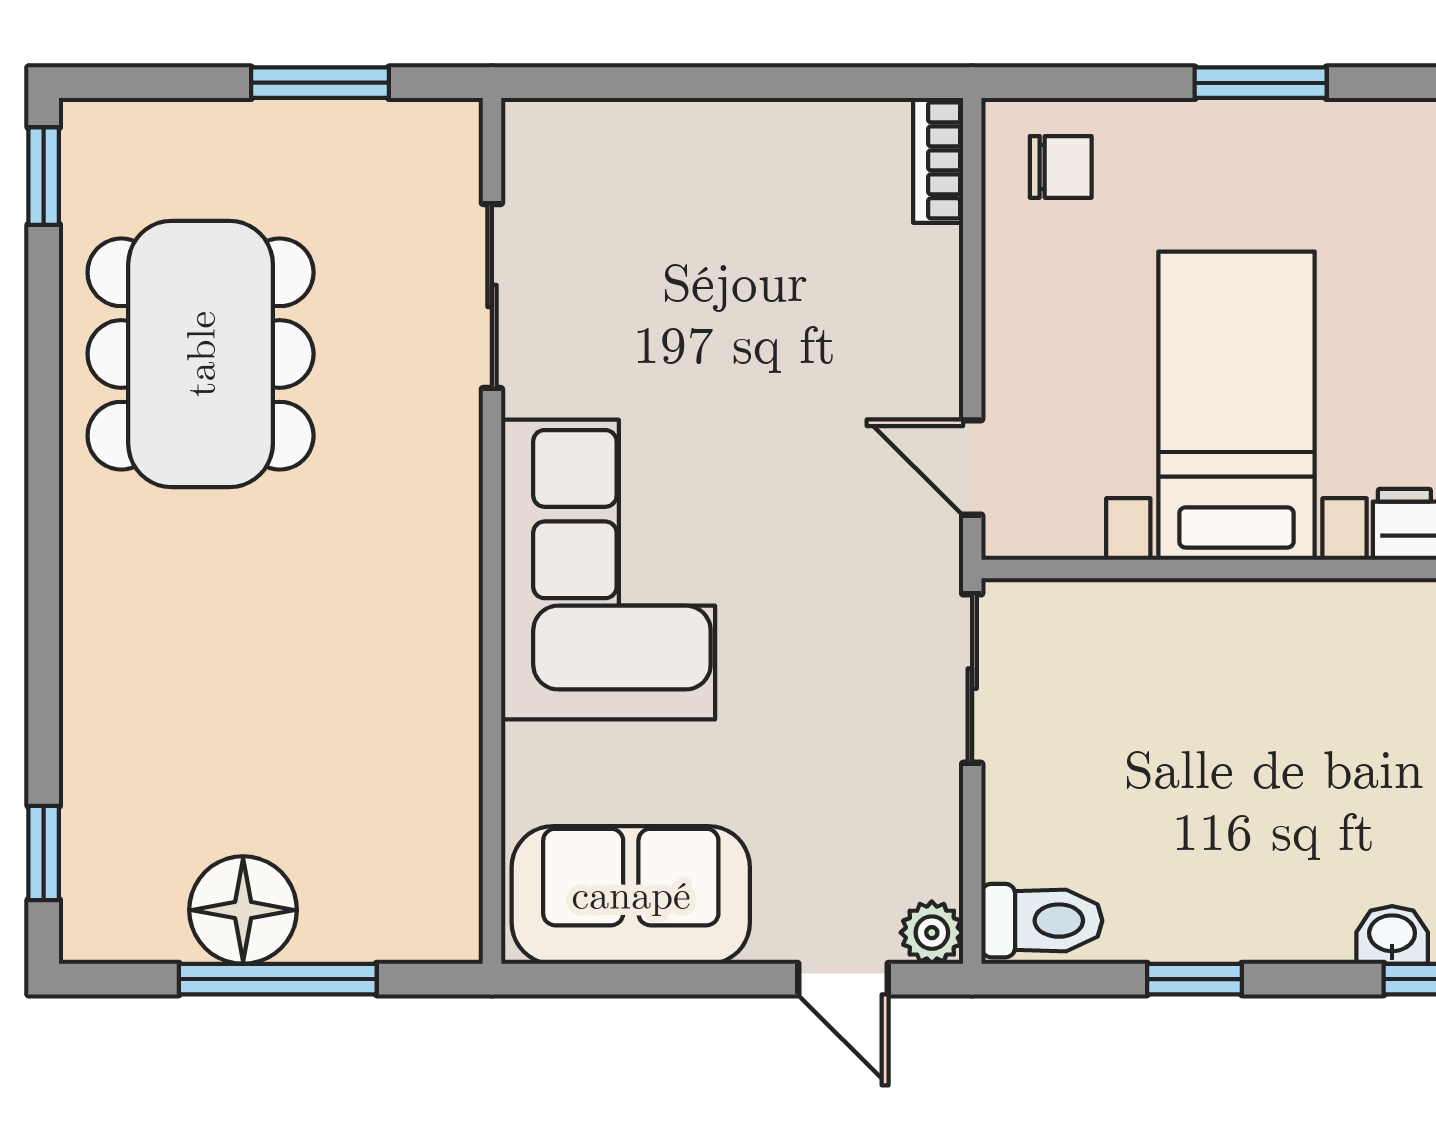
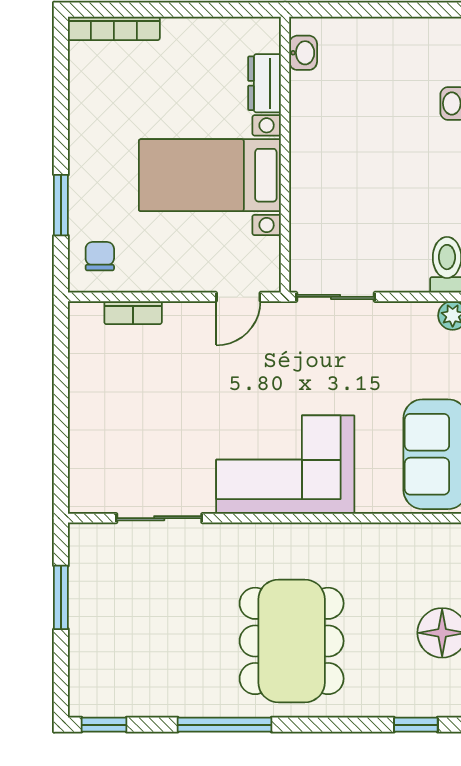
window: (1261, 83) -> (61, 205), moved
bookcase: (938, 160) -> (133, 313), moved
dining table: (201, 354) -> (292, 641), moved, turned 90
window: (44, 438) -> (225, 725), added

